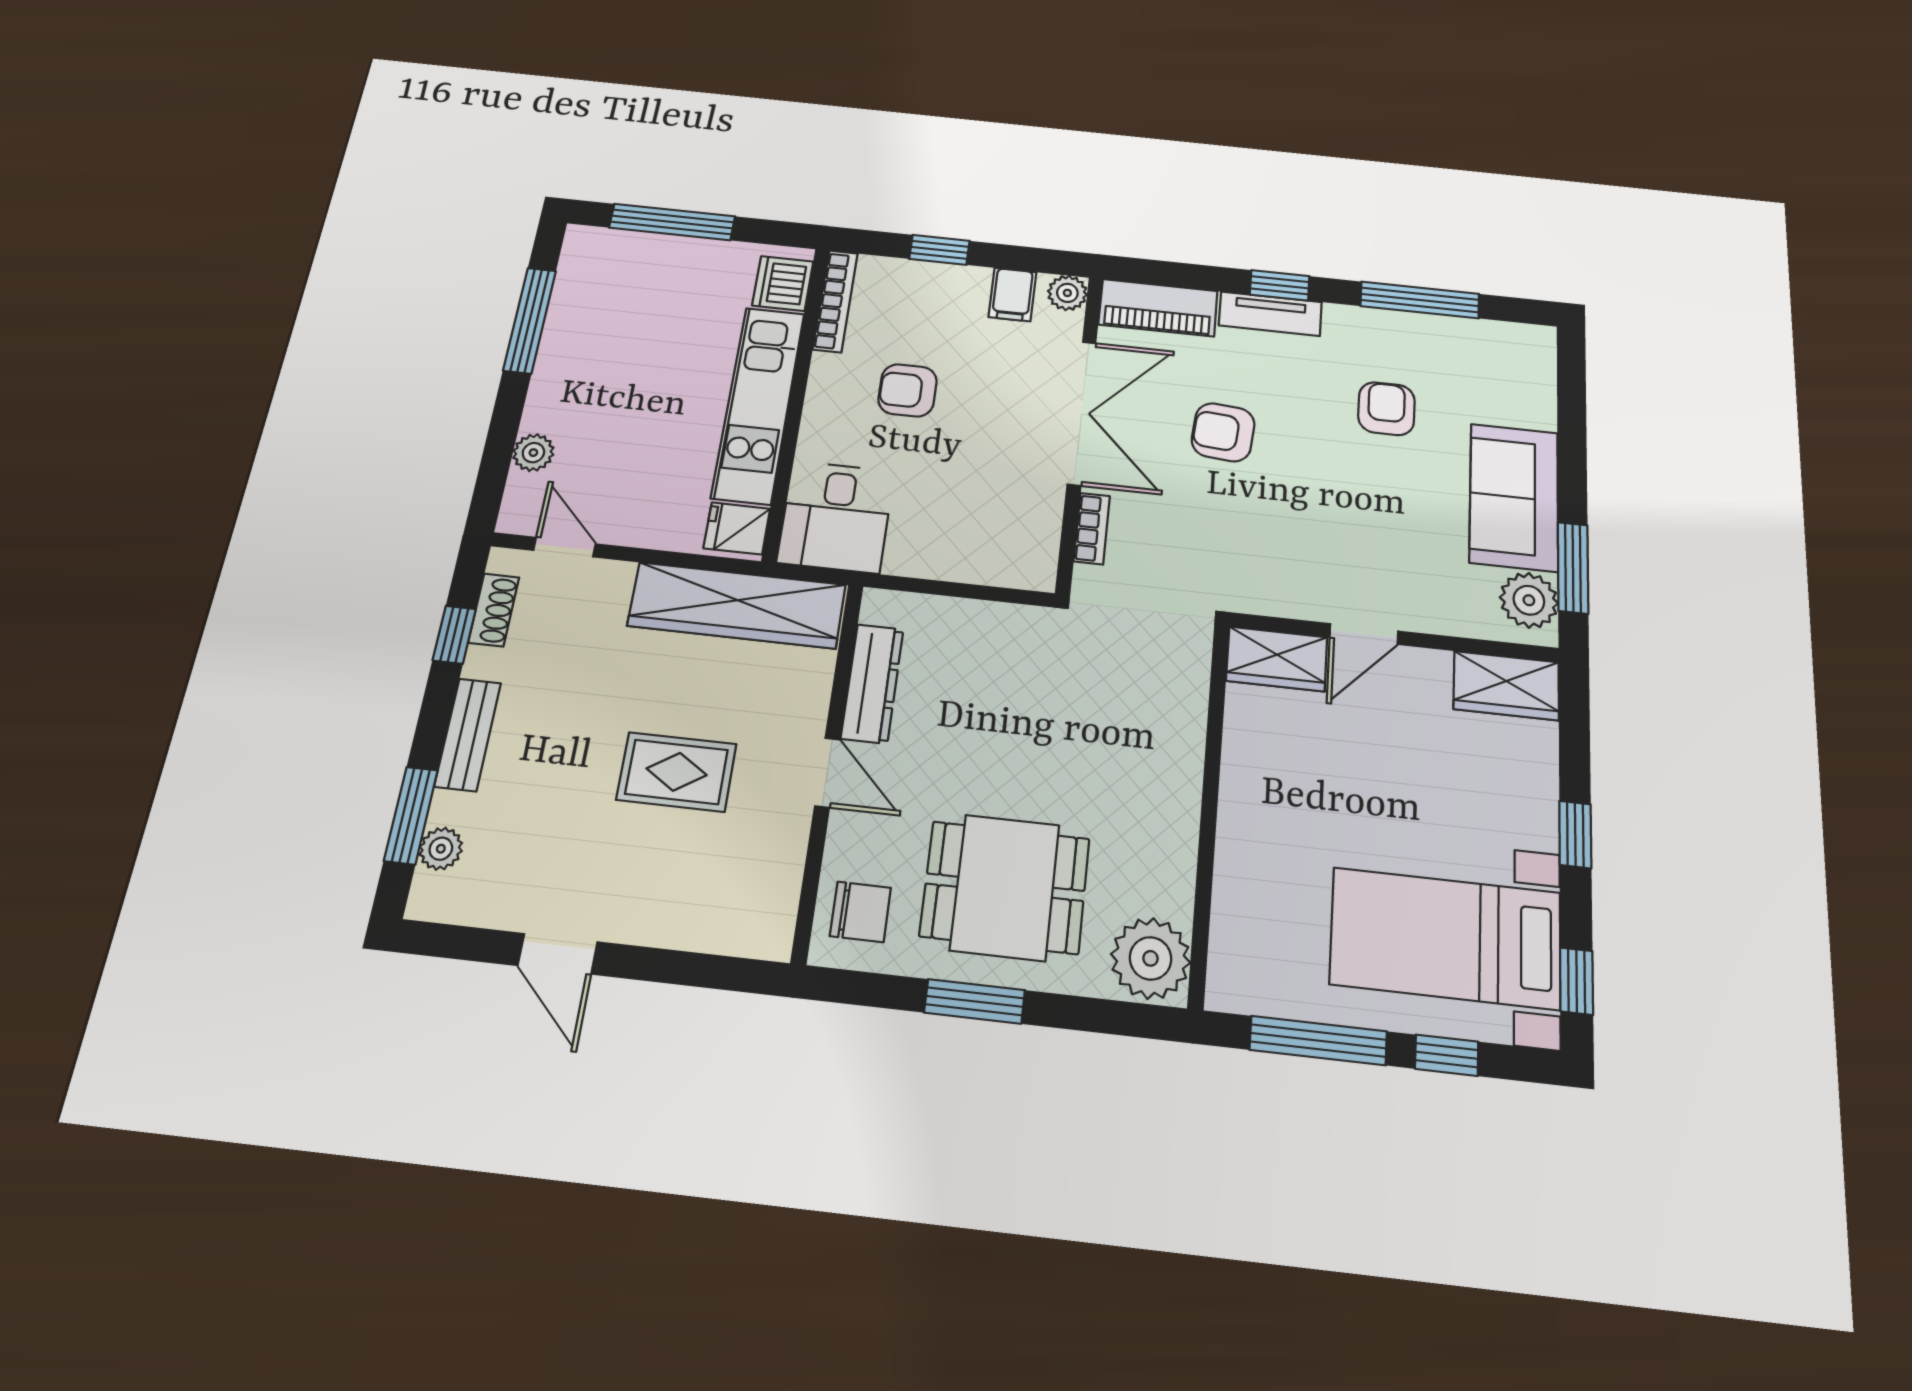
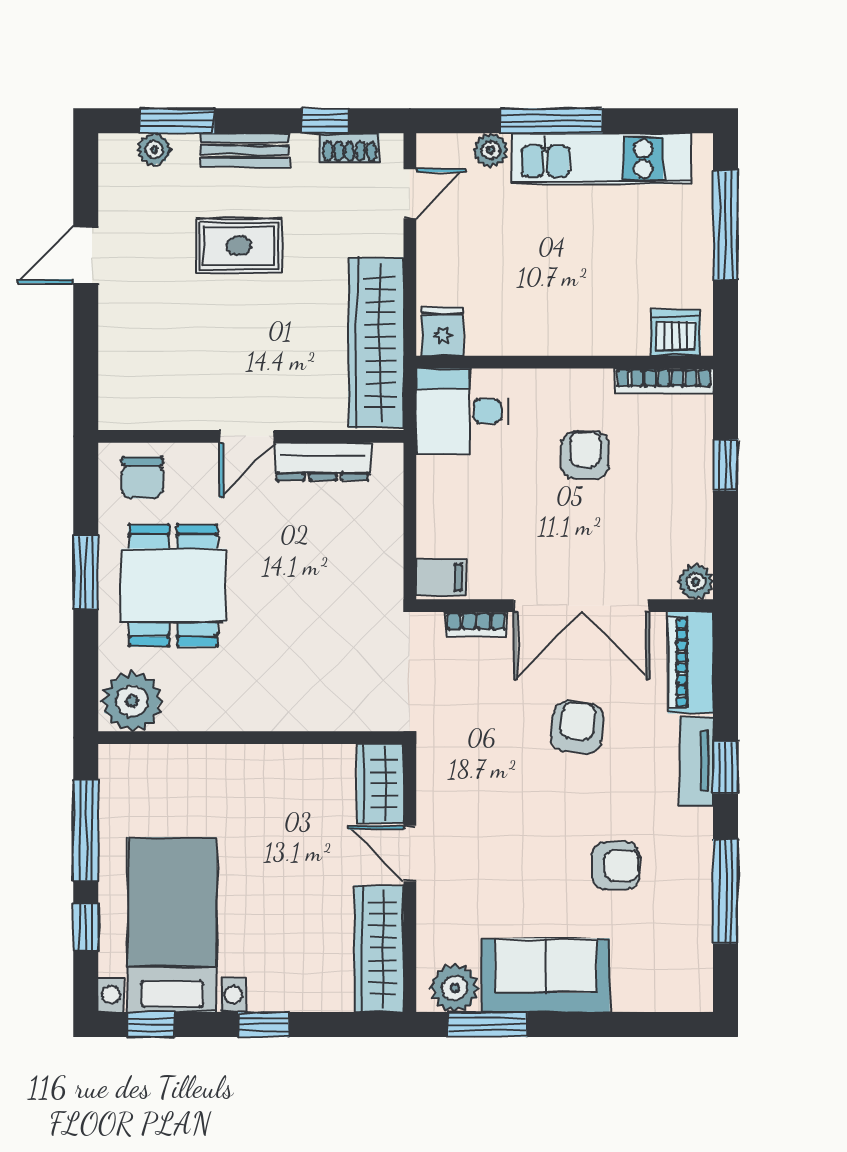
filing cabinet: (1012, 295) -> (441, 577), moved, turned 180
window: (530, 320) -> (552, 121), moved
kitchen unit: (758, 405) -> (601, 159), moved, turned 180
wardrobe: (1506, 686) -> (379, 949), width x1.50
rug: (677, 772) -> (239, 246), moved, turned 90

